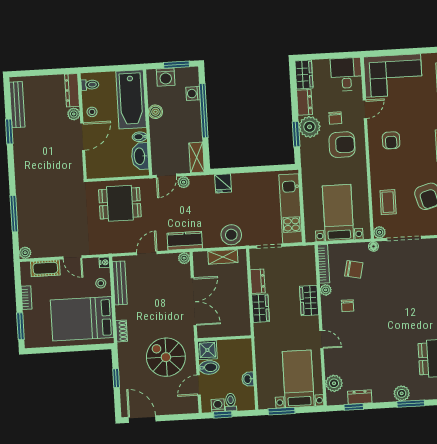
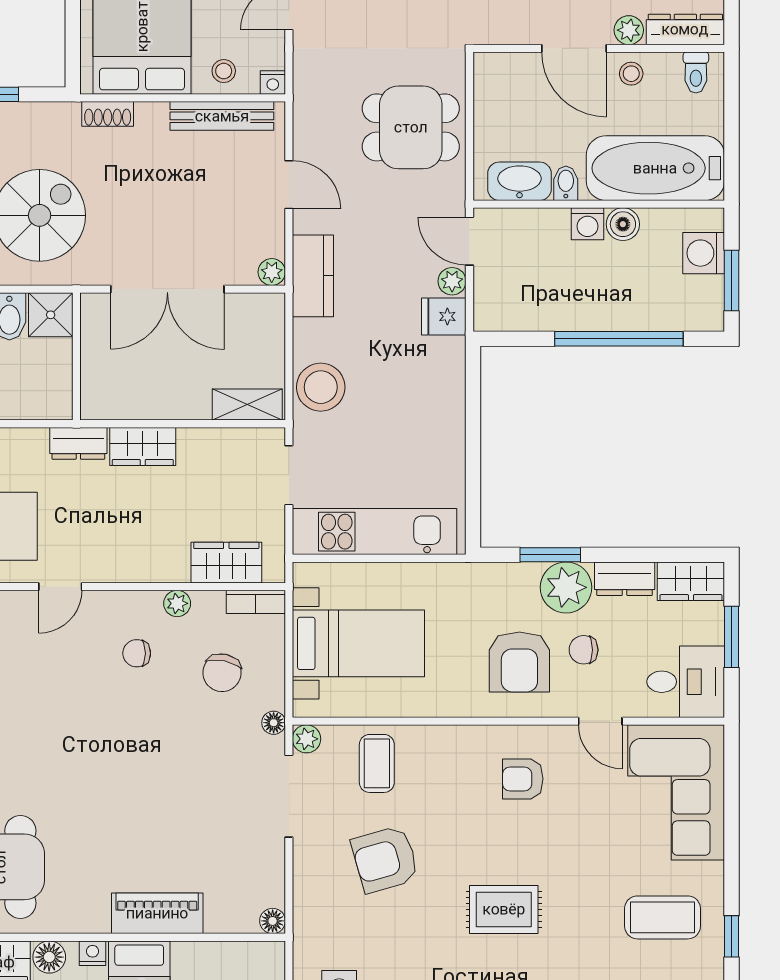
window: (326, 56) -> (732, 637), added
washing machine: (193, 93) -> (587, 224), moved, turned 180
shelving: (197, 157) -> (509, 315), removed
fridge: (223, 183) -> (444, 316), moved
coffee table: (388, 202) -> (377, 763), turned 90
dining table: (120, 203) -> (411, 127), turned 90
shelving: (223, 257) -> (247, 404), moved, turned 90
bookcase: (324, 264) -> (256, 602), width x0.64
dresser: (258, 281) -> (78, 443), moved
wardrobe: (309, 301) -> (226, 563), moved

